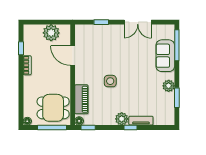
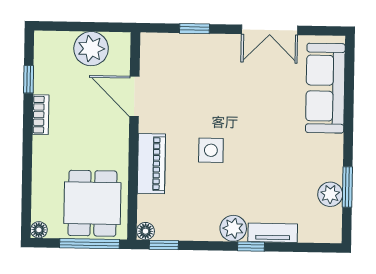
window: (177, 45) -> (349, 79), removed
sofa: (165, 56) -> (325, 88), width x1.36
plant: (169, 86) -> (330, 194), moved
piano: (81, 99) -> (151, 164), moved
dining table: (53, 108) -> (92, 203), turned 90

